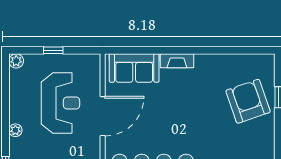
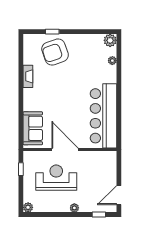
window: (53, 50) -> (21, 169), moved
fireplace: (177, 61) -> (28, 76), moved

